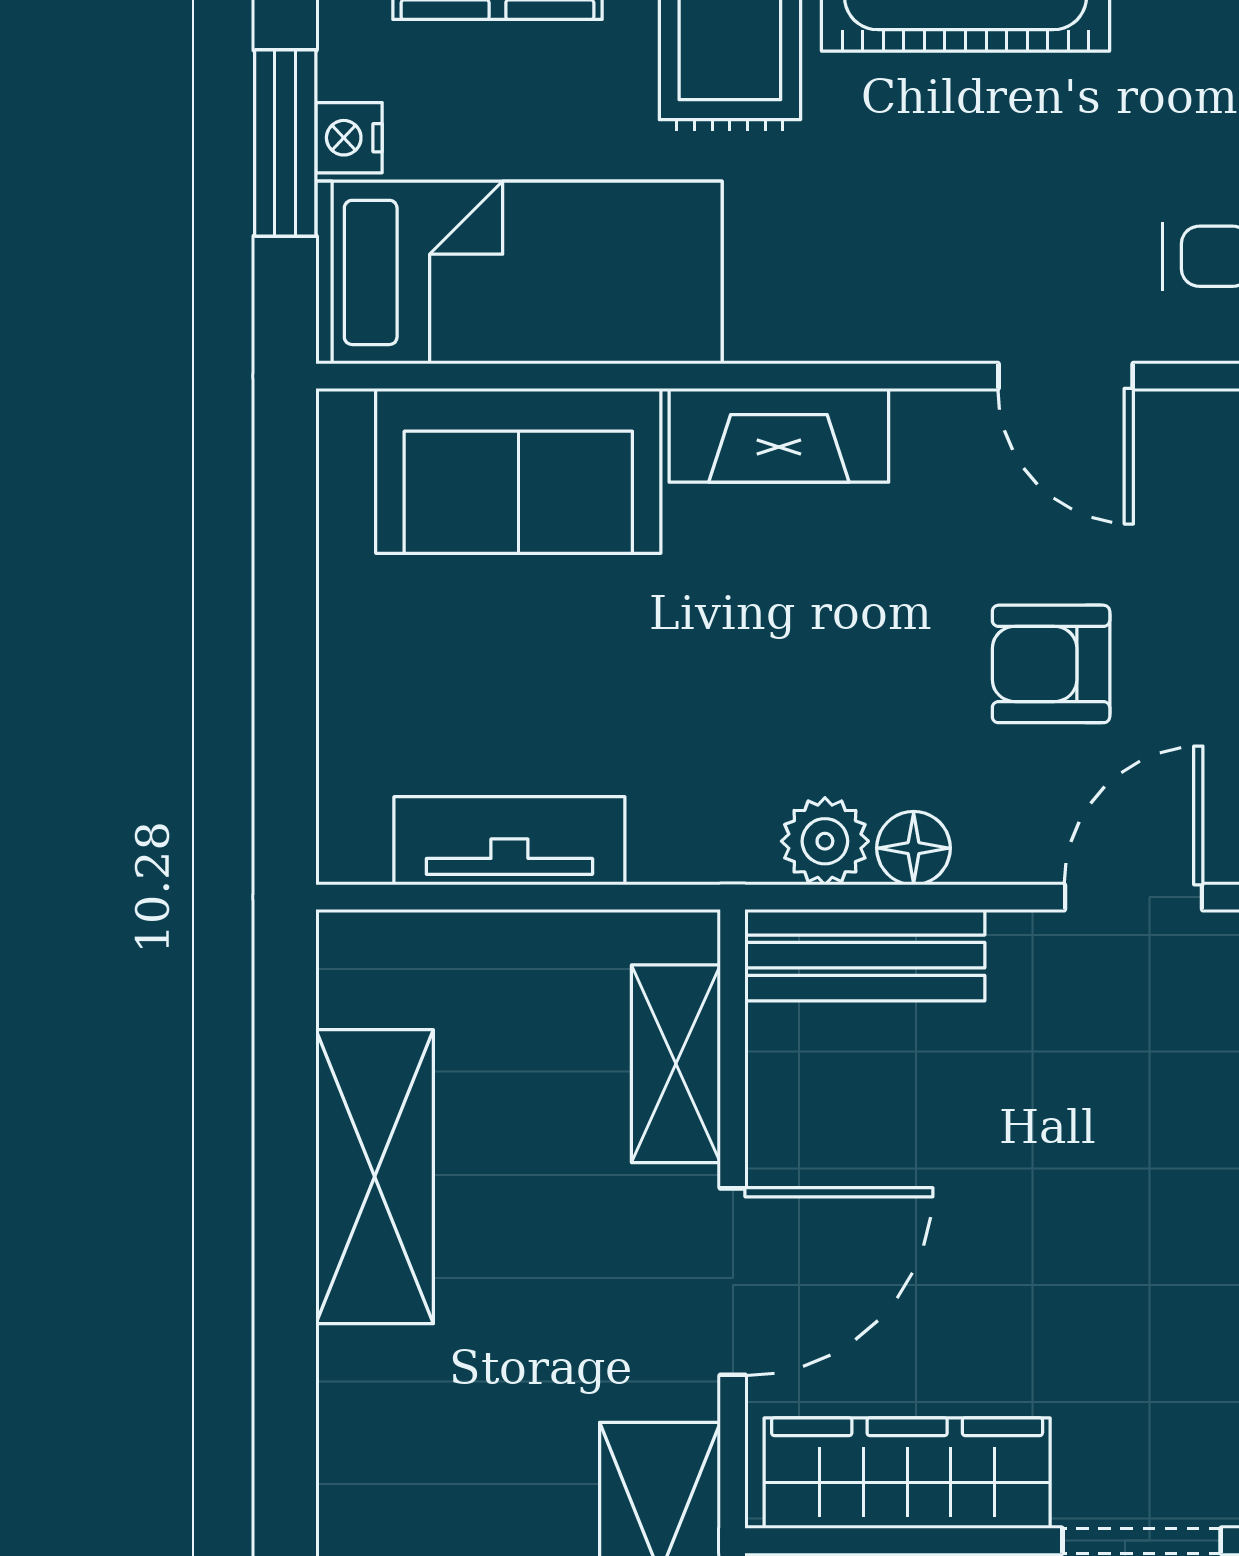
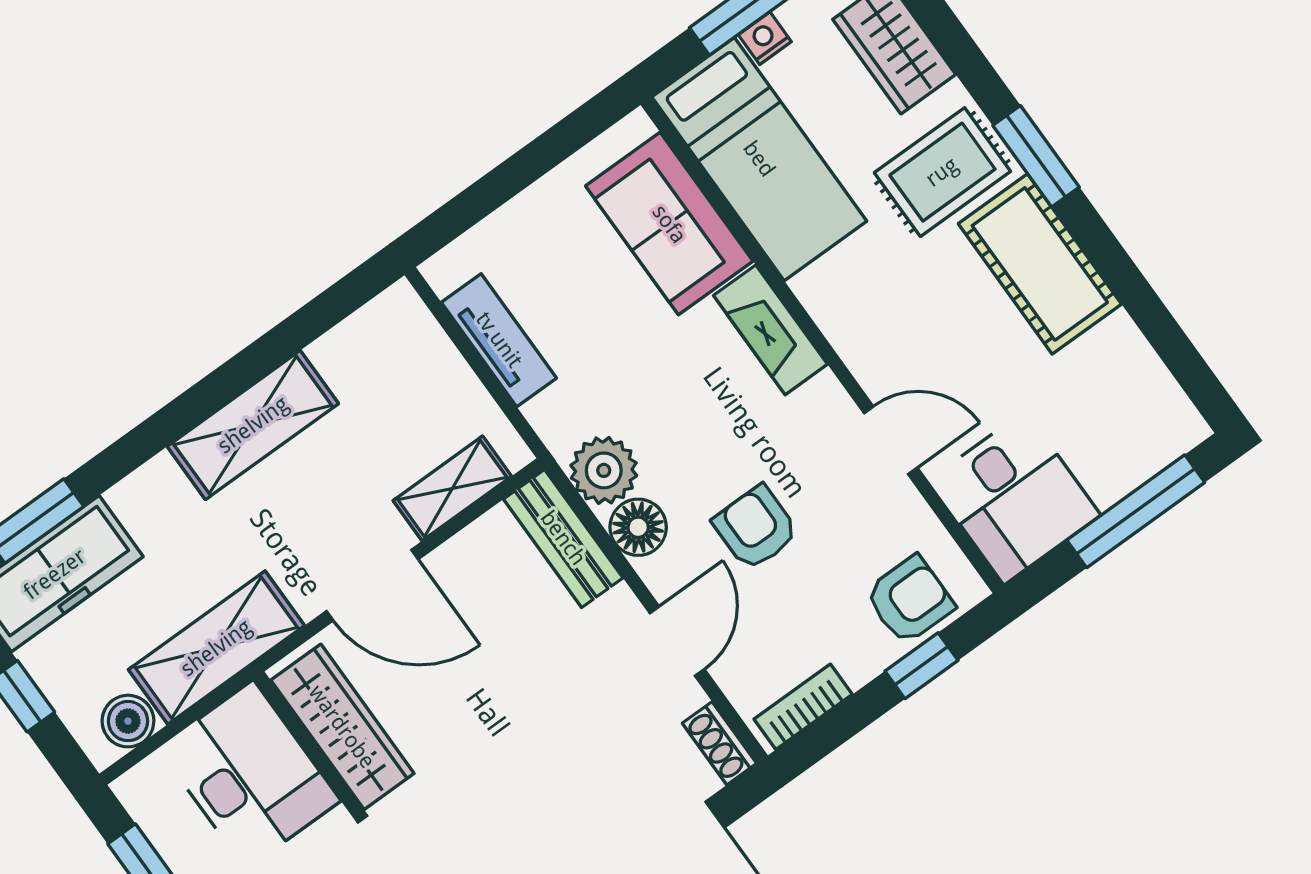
door: (1066, 376) -> (891, 440), swing flipped
plant: (825, 841) -> (604, 470), width x1.38, depth x1.38
floor lamp: (914, 848) -> (638, 527), width x1.37, depth x1.37
door: (1133, 897) -> (677, 641), hinge flipped
shelving: (375, 1177) -> (253, 425), moved

